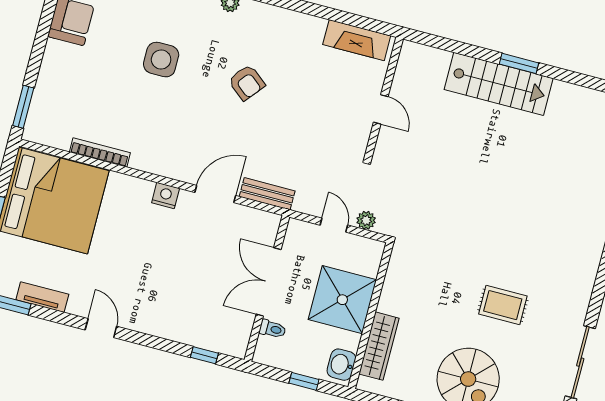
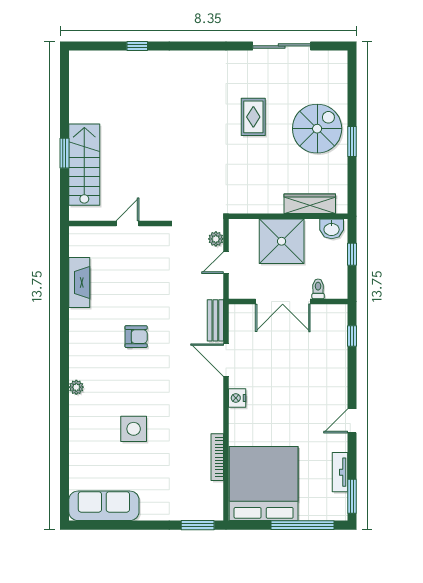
armchair: (247, 83) -> (136, 337), moved, turned 51
wall: (384, 97) -> (118, 223), moved
door: (381, 109) -> (128, 223), moved

